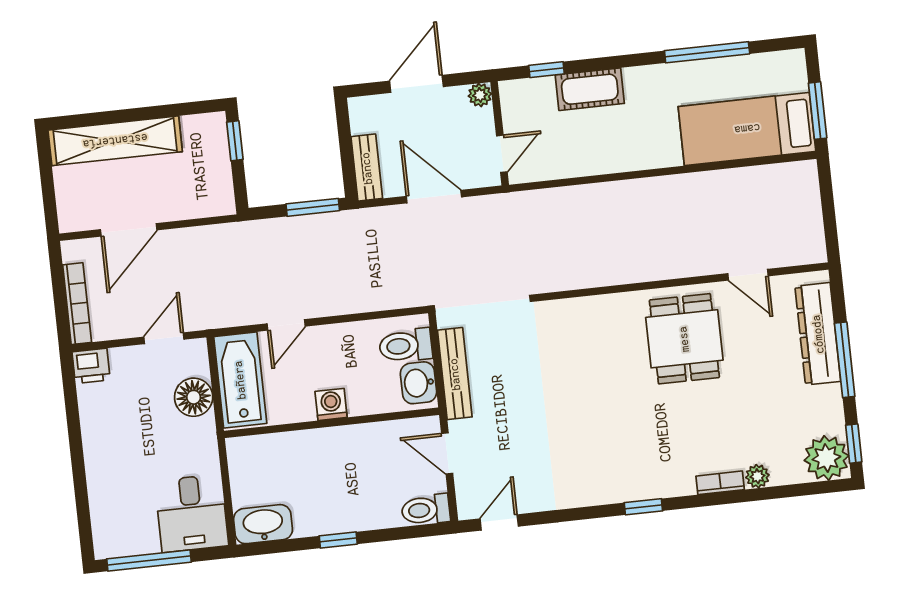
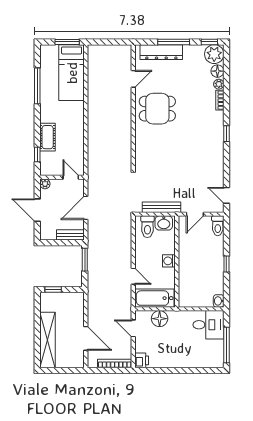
floor lamp: (788, 470) -> (217, 71), added
washbasin: (263, 524) -> (219, 301), width x0.52, depth x0.69

